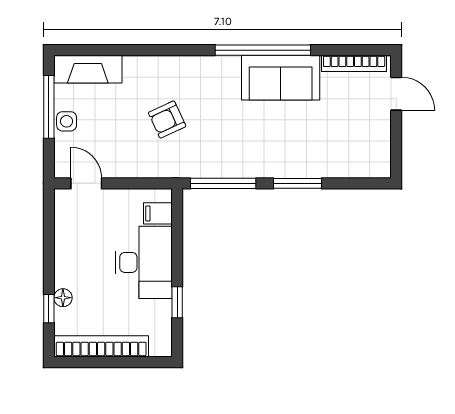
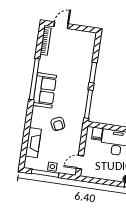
fireplace: (88, 69) -> (33, 143), moved
sofa: (281, 78) -> (45, 90), moved

